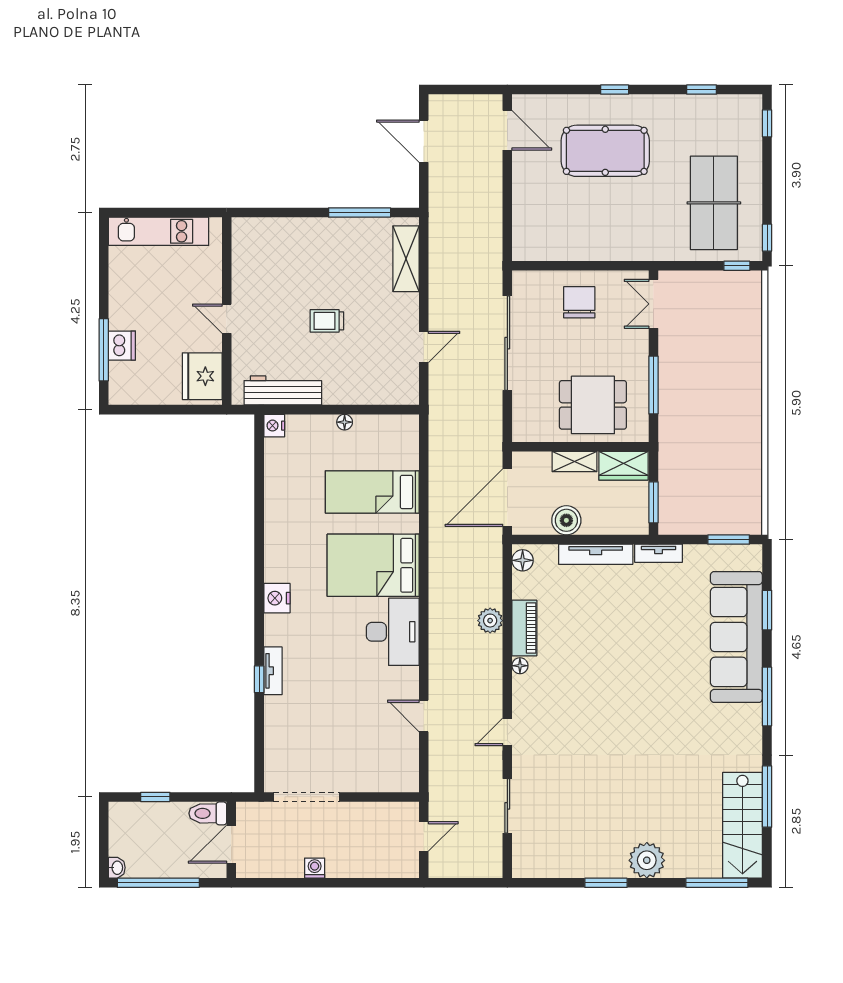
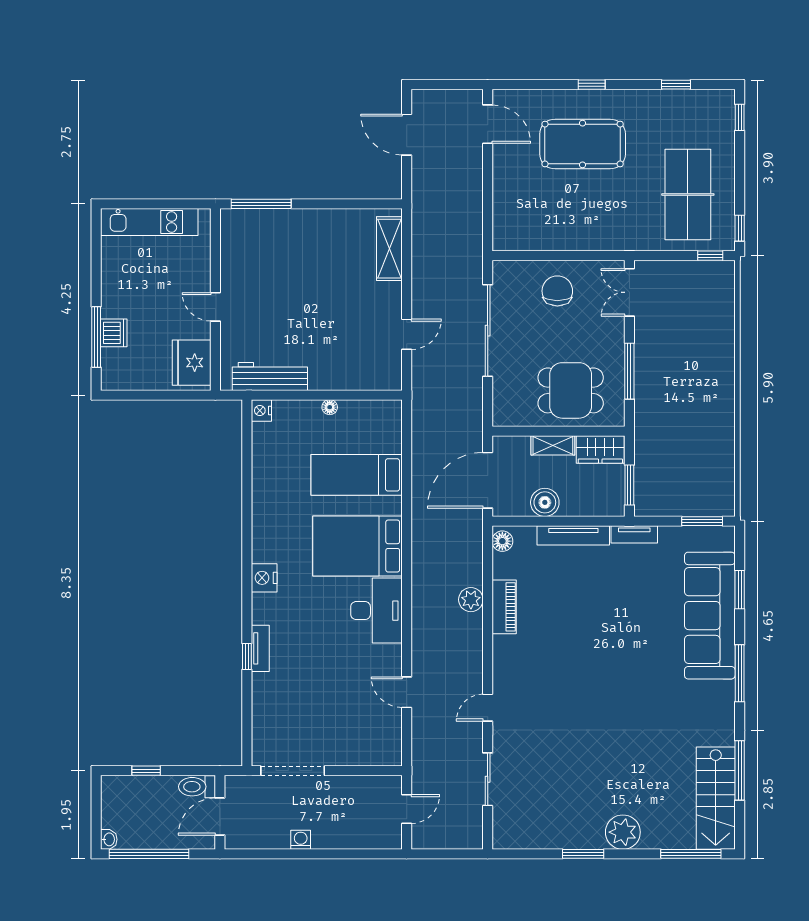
window: (360, 212) -> (261, 204), moved
trolley: (327, 321) -> (313, 309), removed
floor lamp: (520, 666) -> (500, 643), removed

